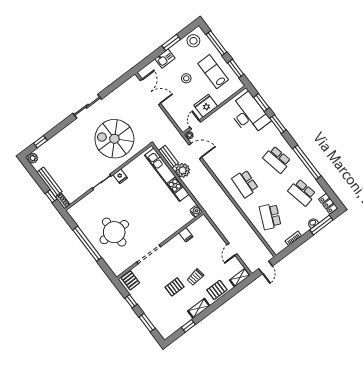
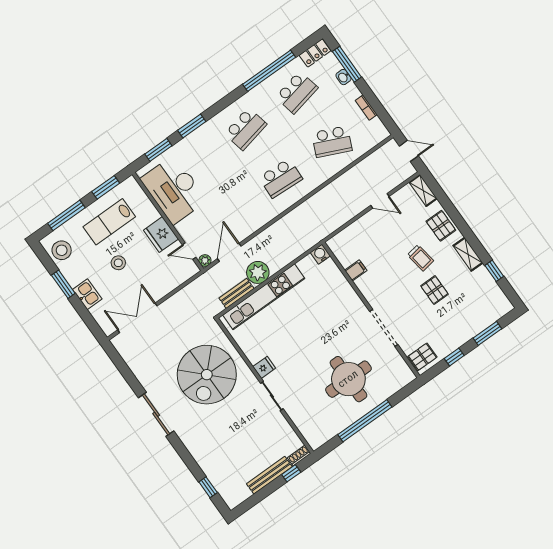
desk: (249, 114) -> (174, 190), moved, turned -90
plant: (33, 158) -> (232, 500), removed
window: (307, 162) -> (269, 71), moved

